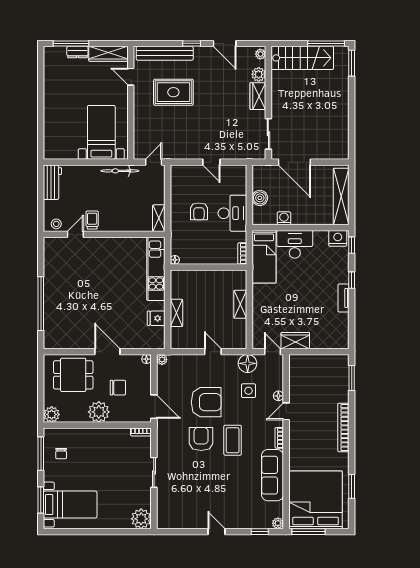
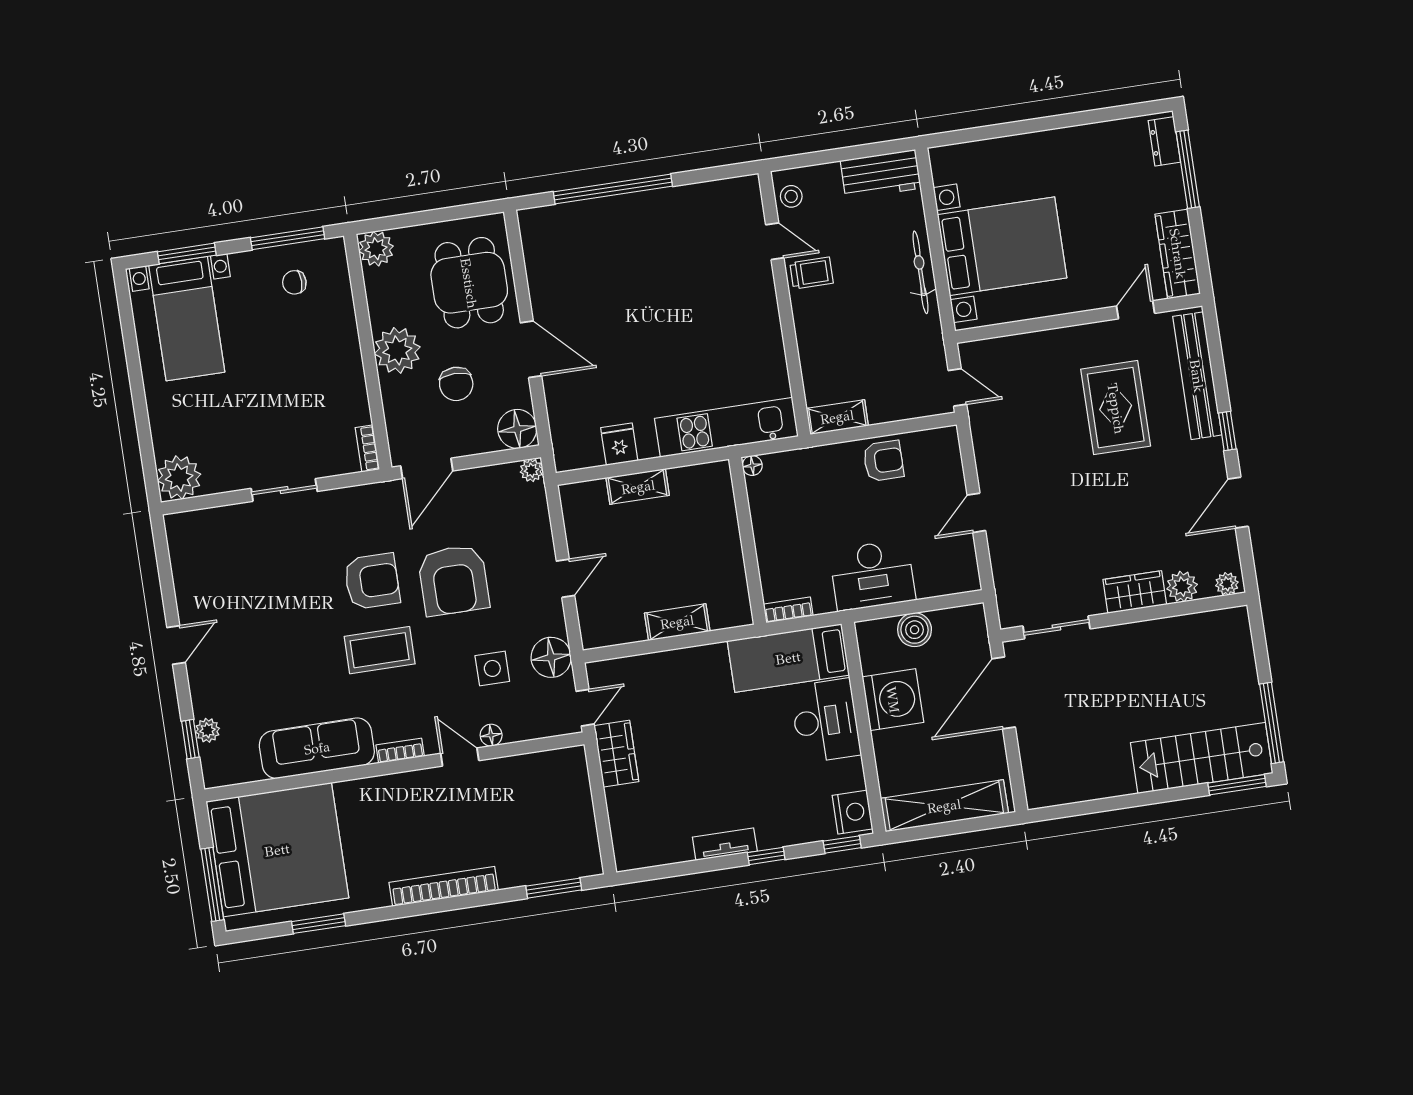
dresser: (77, 52) -> (1164, 141), moved
stairs: (302, 58) -> (1202, 758), moved, turned 90
bed with nightstands: (101, 132) -> (1002, 246), width x1.36
bicycle: (120, 171) -> (921, 272), moved
armchair: (199, 211) -> (883, 461), moved, turned 180
washing machine: (284, 218) -> (893, 700), width x1.89, depth x1.89
door: (107, 352) -> (531, 349), hinge flipped
floor lamp: (146, 359) -> (517, 429), width x1.89, depth x1.89
plant: (278, 523) -> (208, 730), moved
window: (308, 532) -> (212, 884), moved

